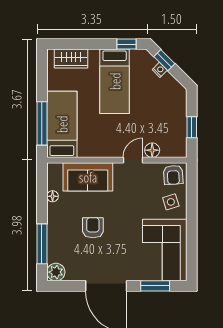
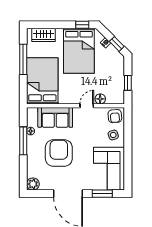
window: (164, 60) -> (117, 44), moved
bed: (115, 81) -> (79, 51), width x1.50
window: (42, 123) -> (23, 59), moved
bed: (62, 124) -> (42, 81), width x1.50
armchair: (93, 228) -> (59, 153), width x1.88, depth x1.88
window: (42, 244) -> (23, 141), moved

